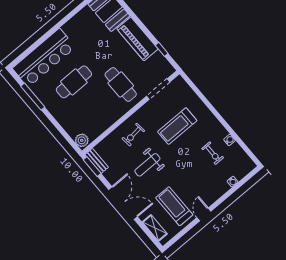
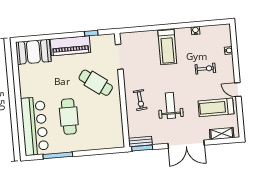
cafe table: (121, 84) -> (96, 83), turned 36
treadmill: (177, 126) -> (167, 47), moved
plant: (82, 140) -> (117, 142), removed
exercise bike: (213, 153) -> (205, 69), moved
weight bench: (147, 165) -> (170, 106), turned 180
double door: (123, 203) -> (186, 144), swing flipped

